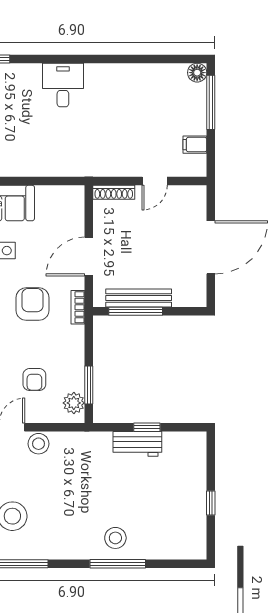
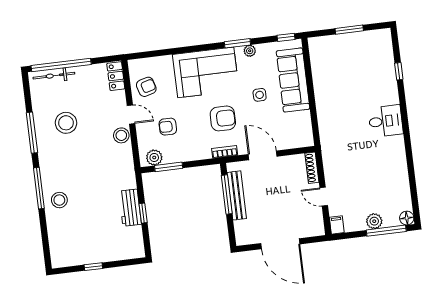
plant: (196, 117) -> (374, 221), added
filing cabinet: (195, 145) -> (337, 225), moved
window: (118, 564) -> (39, 188), moved

